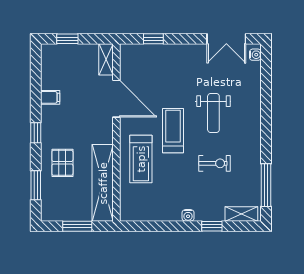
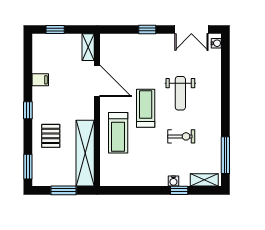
window: (153, 39) -> (147, 30), moved
window: (36, 185) -> (28, 167), moved
water cooler: (188, 215) -> (173, 181), moved

